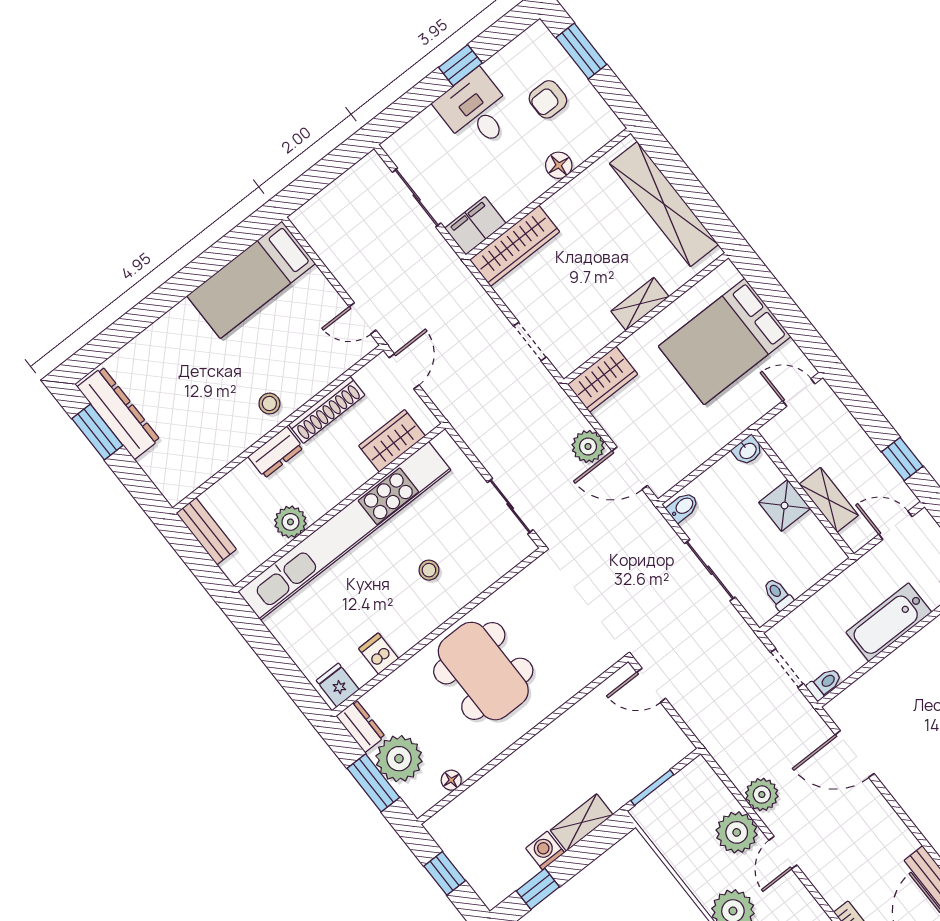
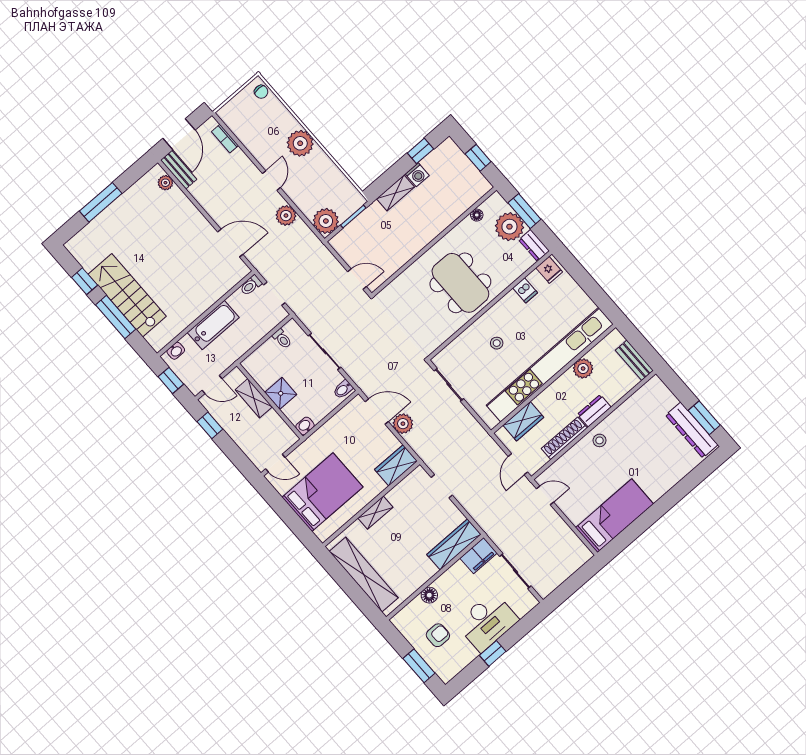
desk: (476, 111) -> (487, 622), width x1.37
plant: (737, 832) -> (326, 221), moved

